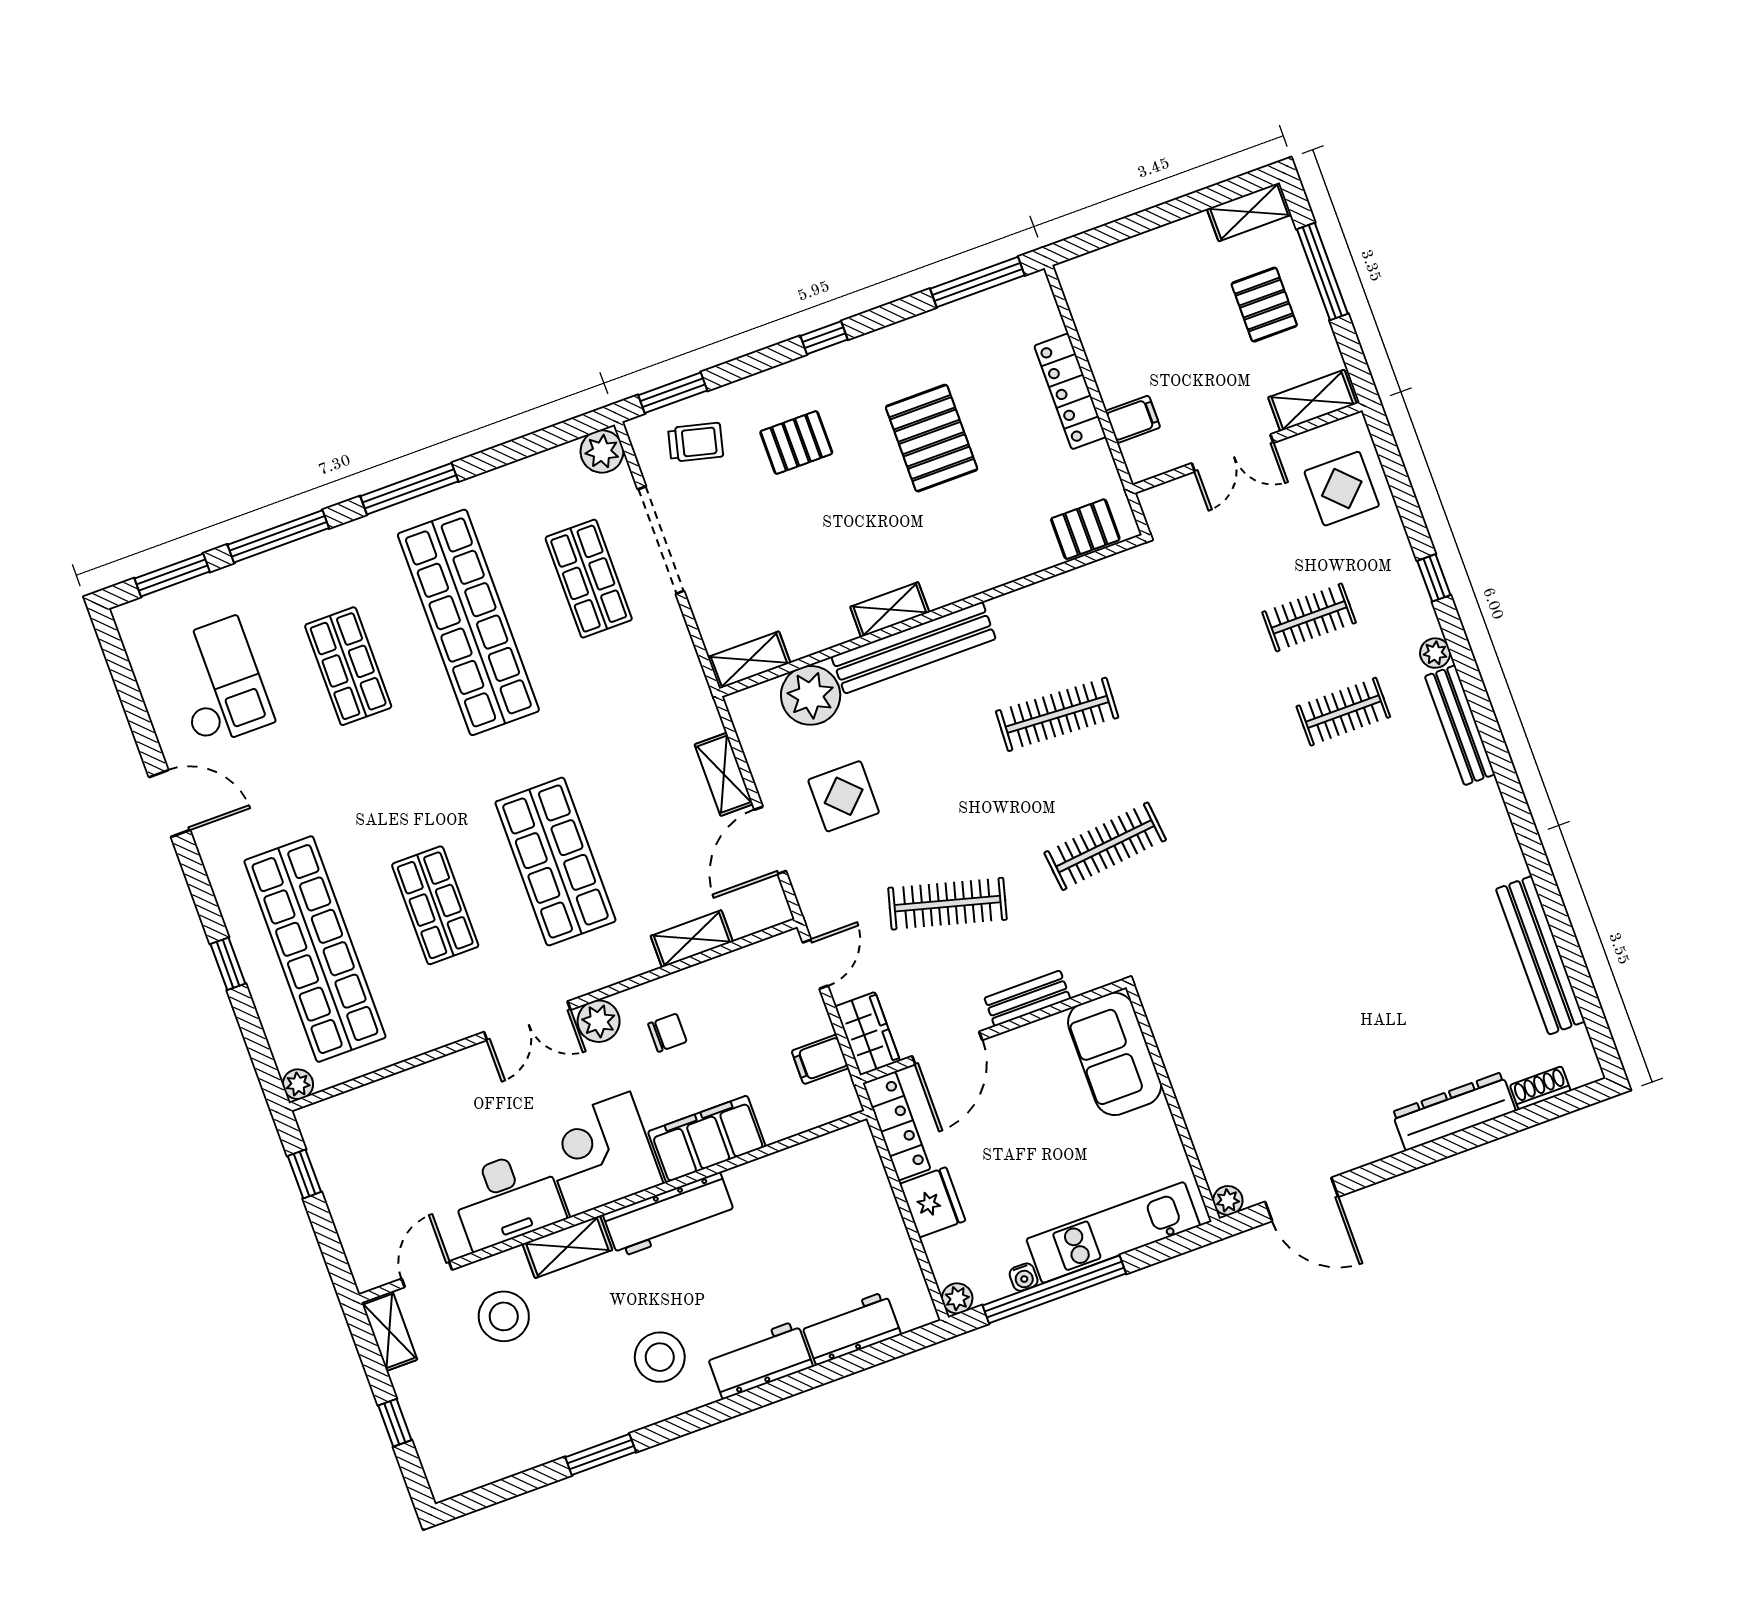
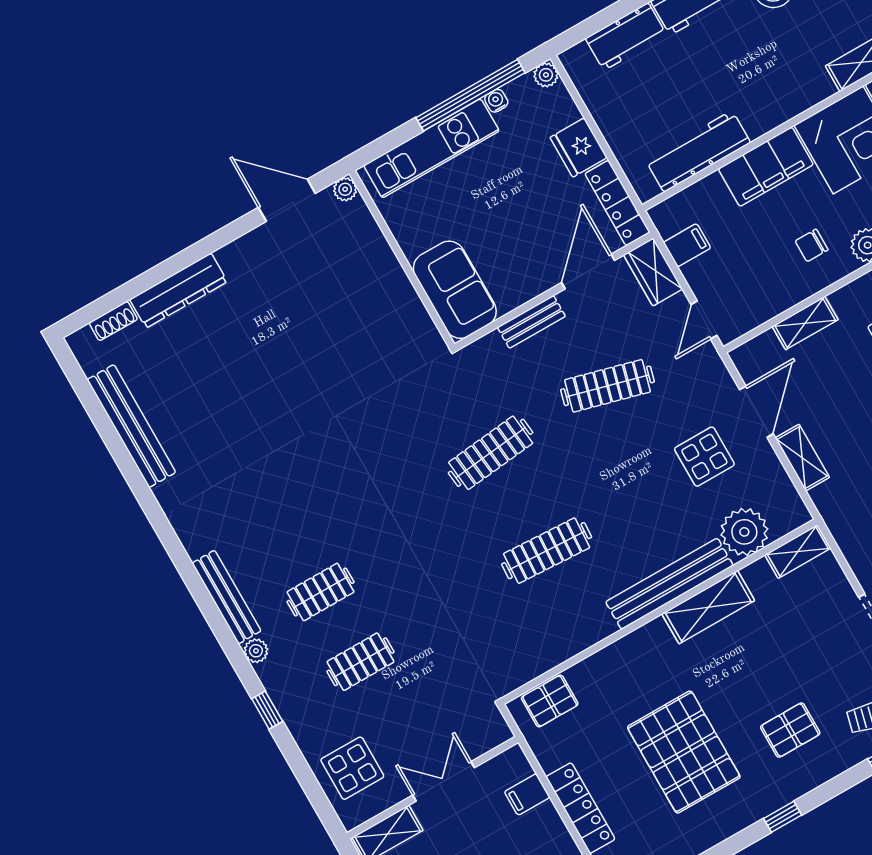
pallet: (932, 438) -> (684, 752), width x1.37, depth x1.41
shelving: (890, 610) -> (708, 607), width x1.50, depth x1.33
workbench: (669, 1215) -> (698, 151), moved

